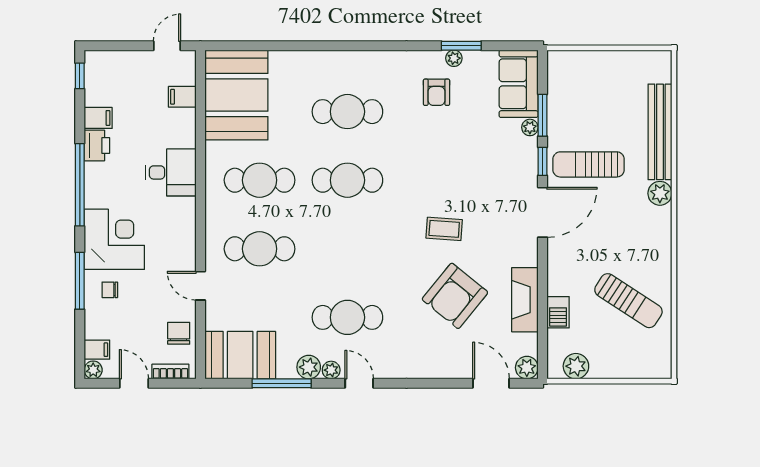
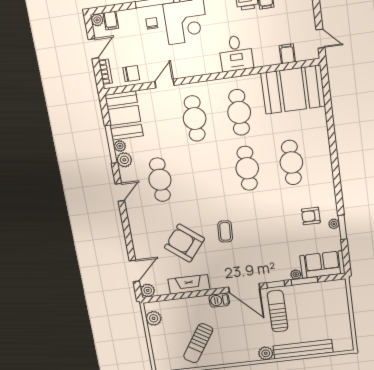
barbecue: (558, 312) -> (219, 300), moved
plant: (331, 370) -> (120, 146), moved

